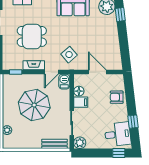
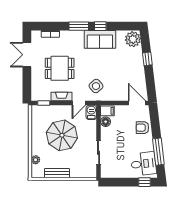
window: (120, 15) -> (147, 59), moved
door: (97, 72) -> (137, 103), moved
filing cabinet: (81, 102) -> (107, 111), moved
window: (133, 122) -> (158, 152), width x2.17
plant: (80, 143) -> (106, 172), removed
bench: (54, 144) -> (57, 173), moved

